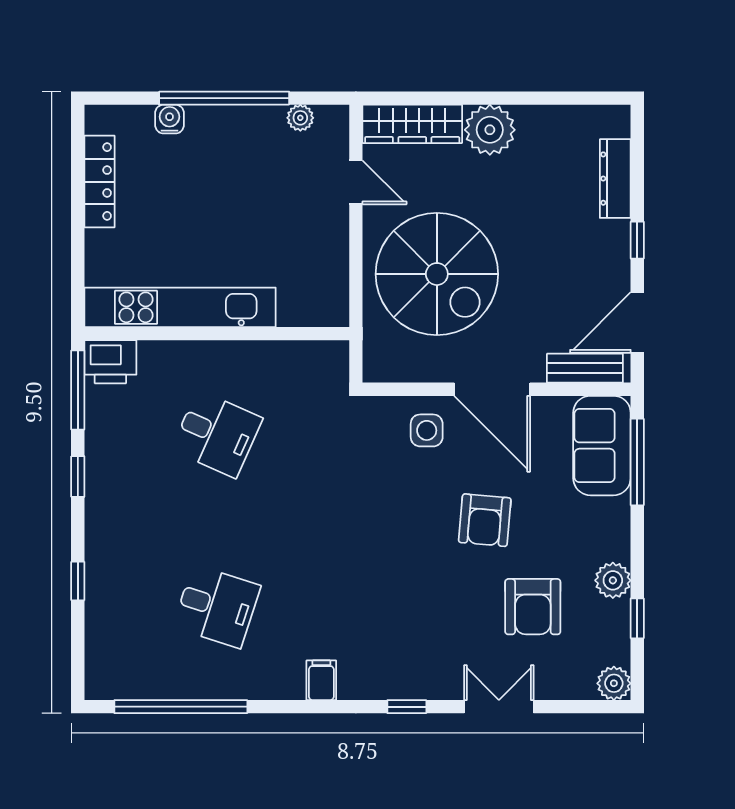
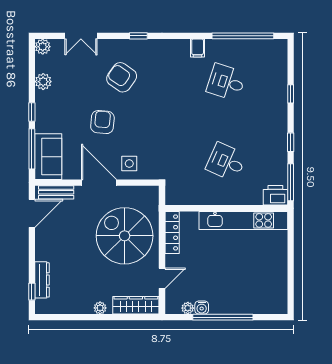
water cooler: (169, 119) -> (202, 307), moved
plant: (490, 130) -> (100, 308), width x0.53, depth x0.53
locker: (99, 182) -> (172, 232), moved, turned 180
door: (356, 182) -> (162, 278), swing flipped
window: (637, 240) -> (32, 292), moved
plant: (613, 580) -> (43, 82), moved
armchair: (533, 607) -> (122, 77), moved, turned -55
window: (637, 618) -> (32, 112), moved
filing cabinet: (321, 680) -> (198, 48), moved
double door: (499, 707) -> (81, 36), moved

